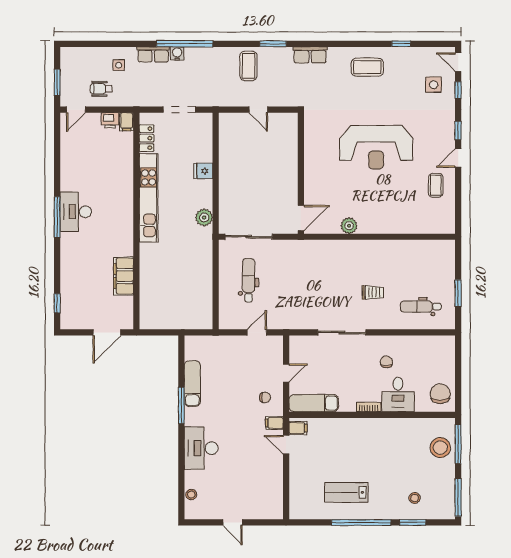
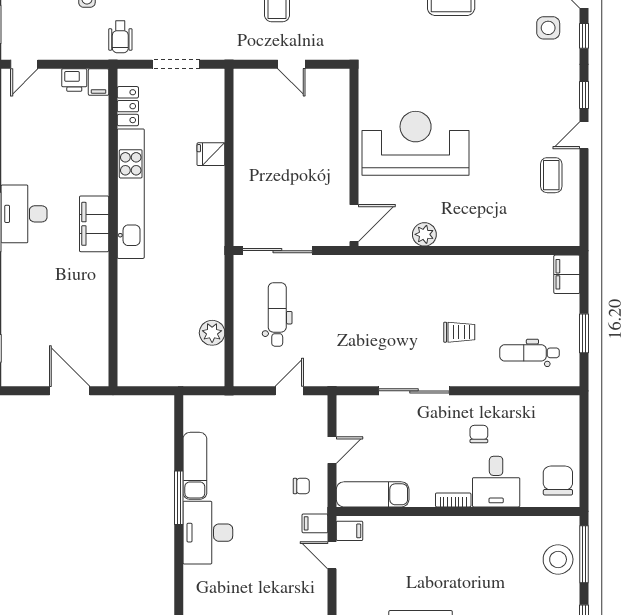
wheelchair: (101, 89) -> (120, 37), moved, turned -90
reception desk: (376, 147) -> (416, 143), moved, turned 180
plant: (204, 217) -> (212, 333), moved
filing cabinet: (446, 253) -> (567, 274), added
filing cabinet: (124, 276) -> (94, 224), moved
door: (107, 332) -> (70, 391), swing flipped
desk: (201, 448) -> (208, 533), moved

